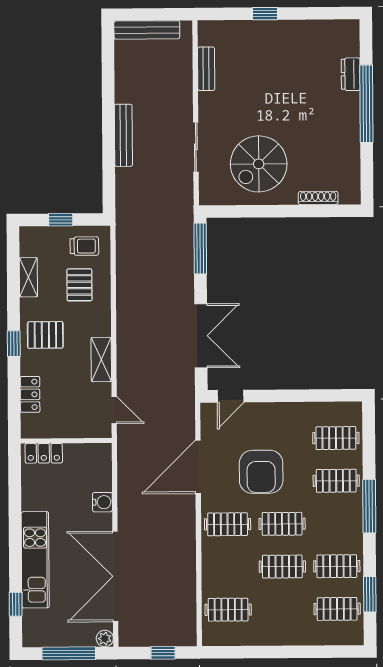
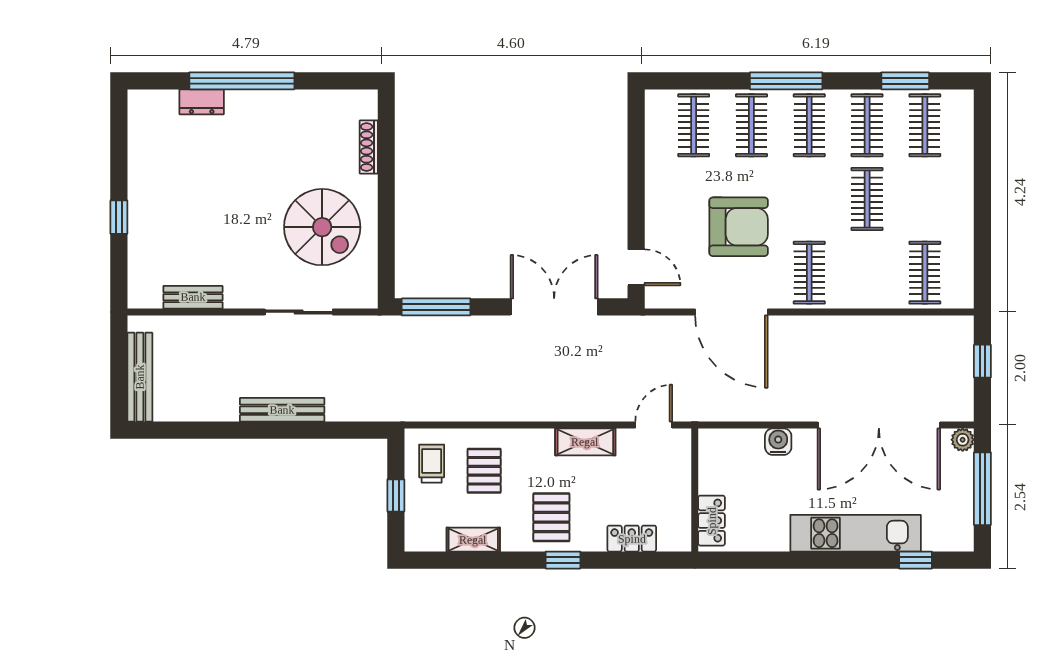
pallet: (79, 285) -> (484, 471), turned 90
clothes rail: (282, 524) -> (809, 125), moved

